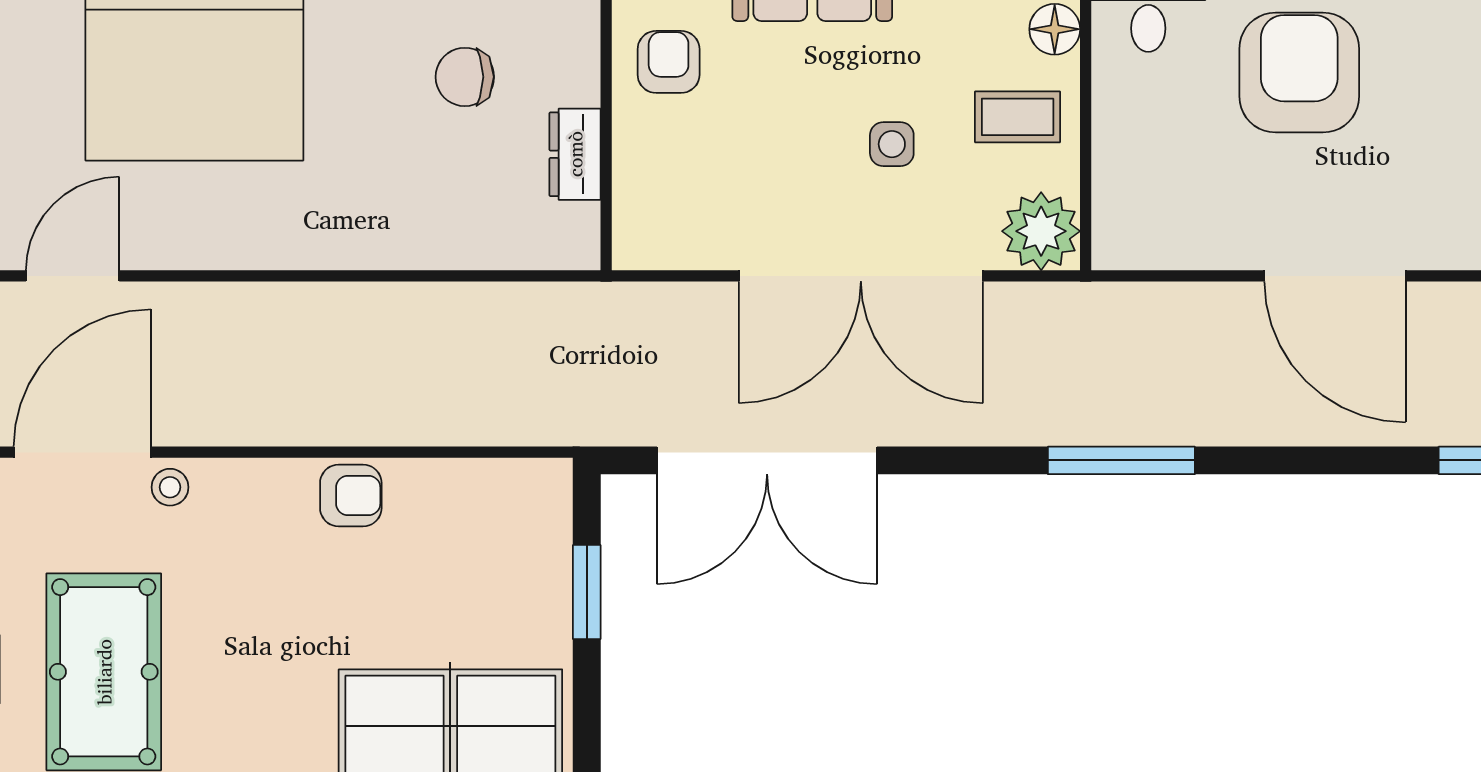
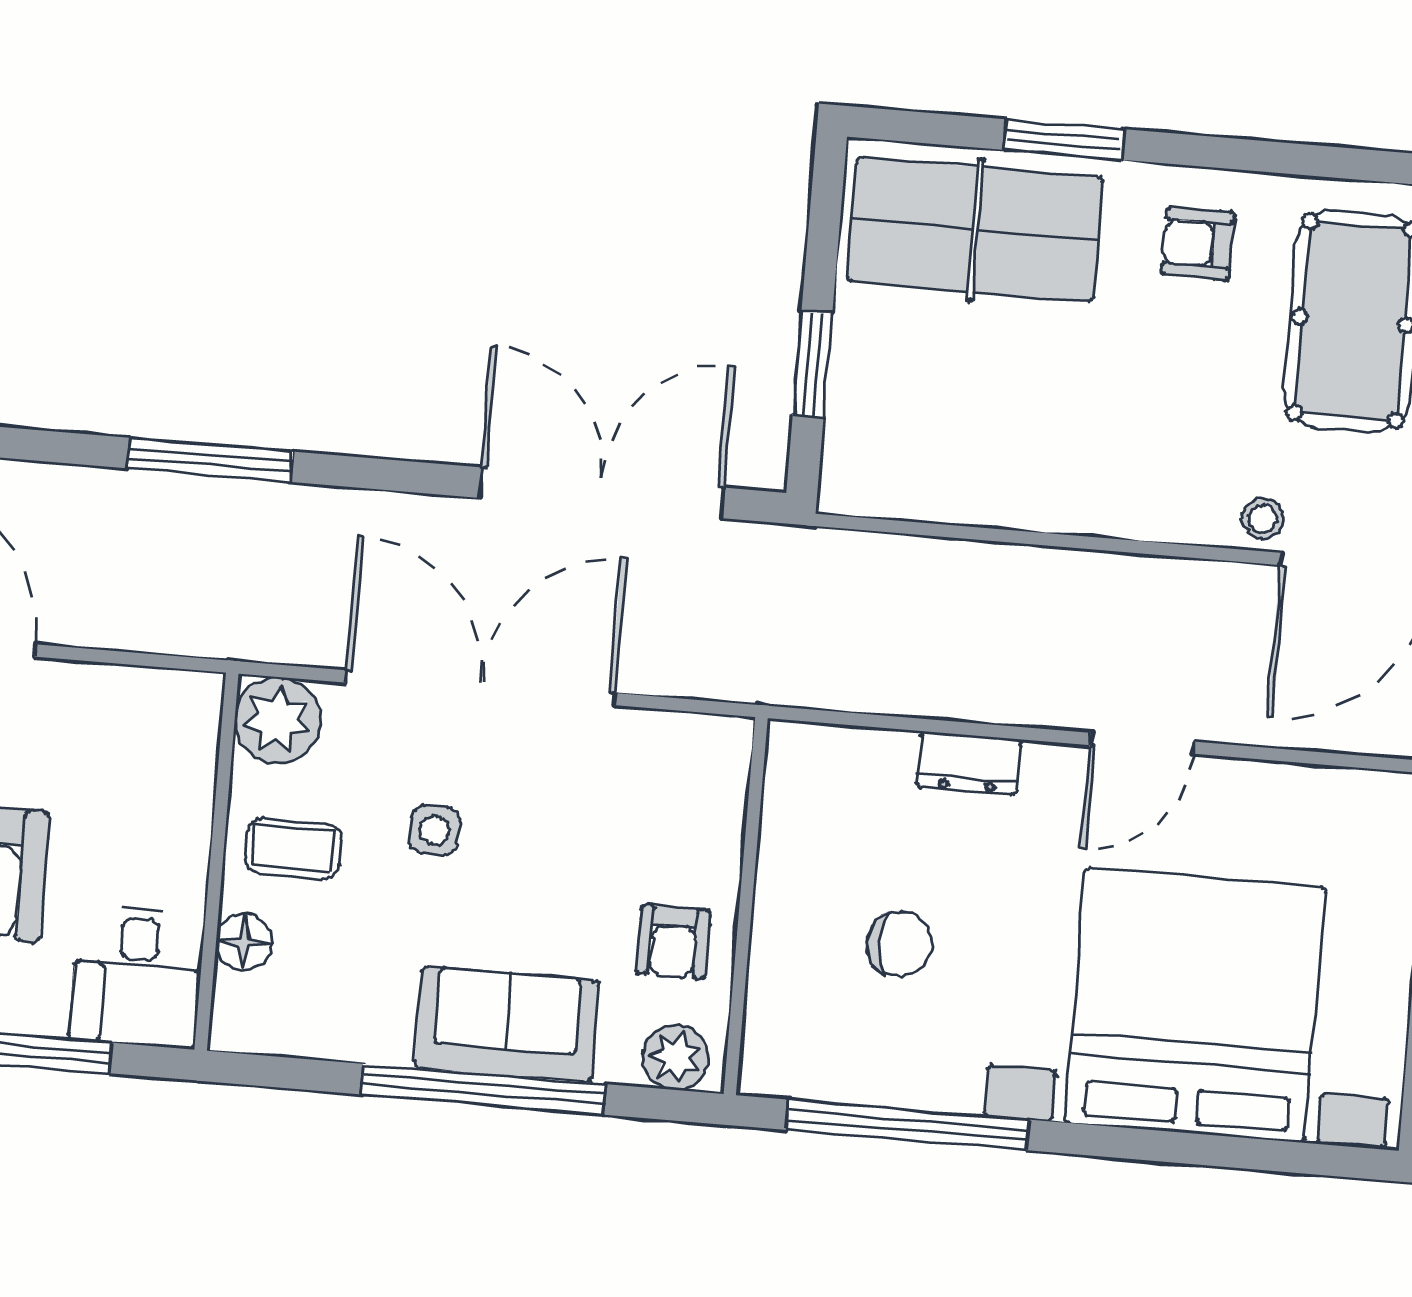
dresser: (575, 154) -> (969, 763), moved, turned 90
door: (73, 276) -> (1142, 743), moved
armchair: (351, 495) -> (1198, 243), moved

